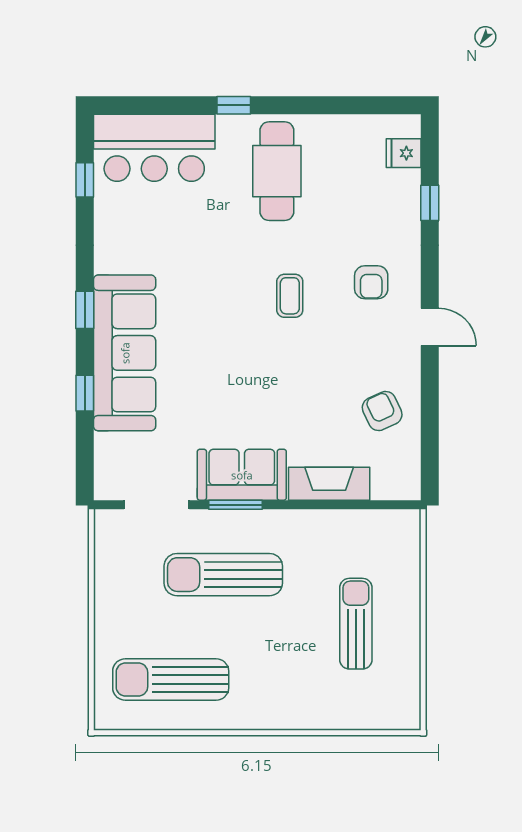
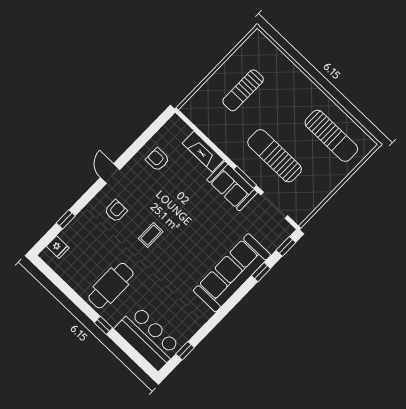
window: (85, 310) -> (286, 246), moved
armchair: (382, 411) -> (158, 160), turned 115
sun lounger: (223, 575) -> (275, 156), turned 180

